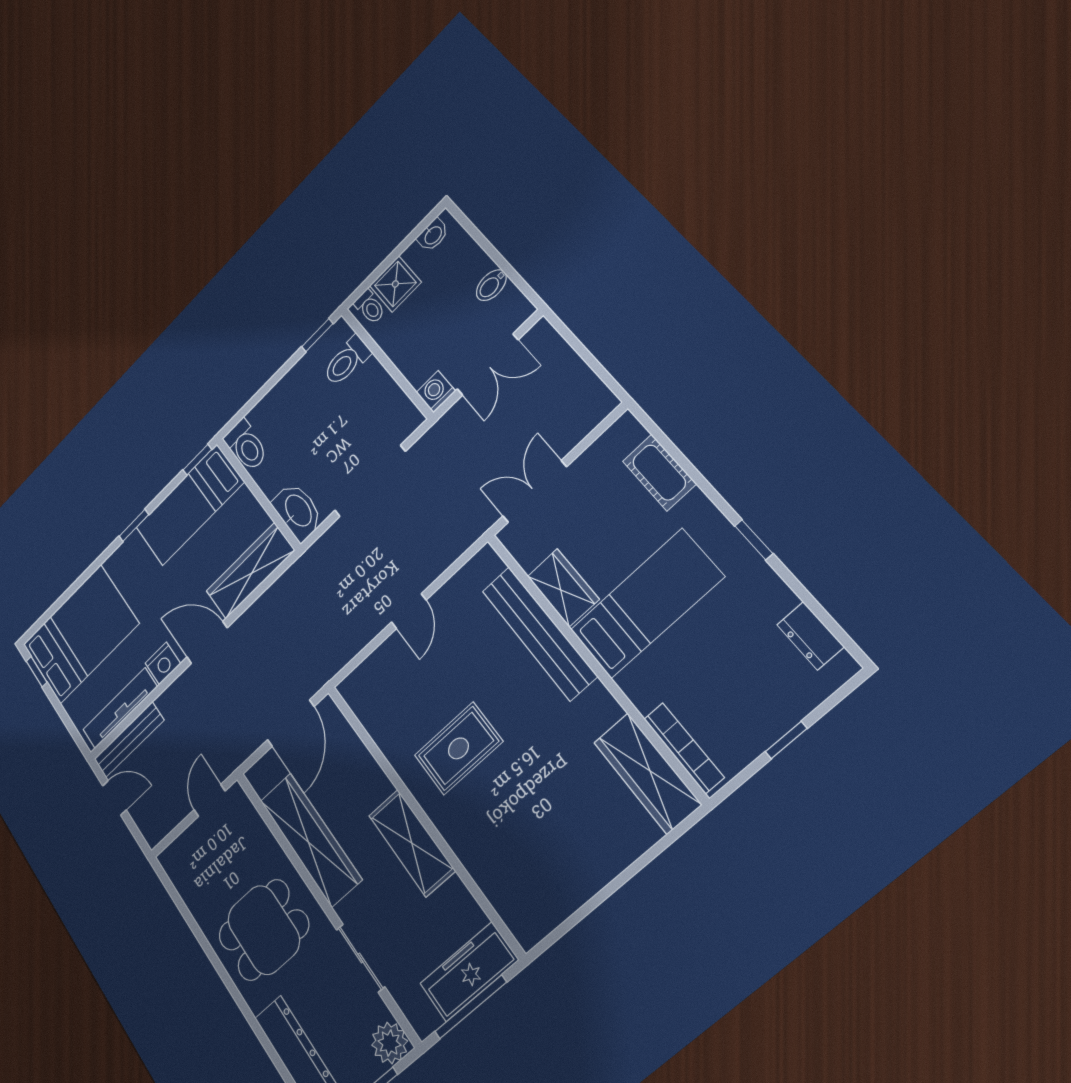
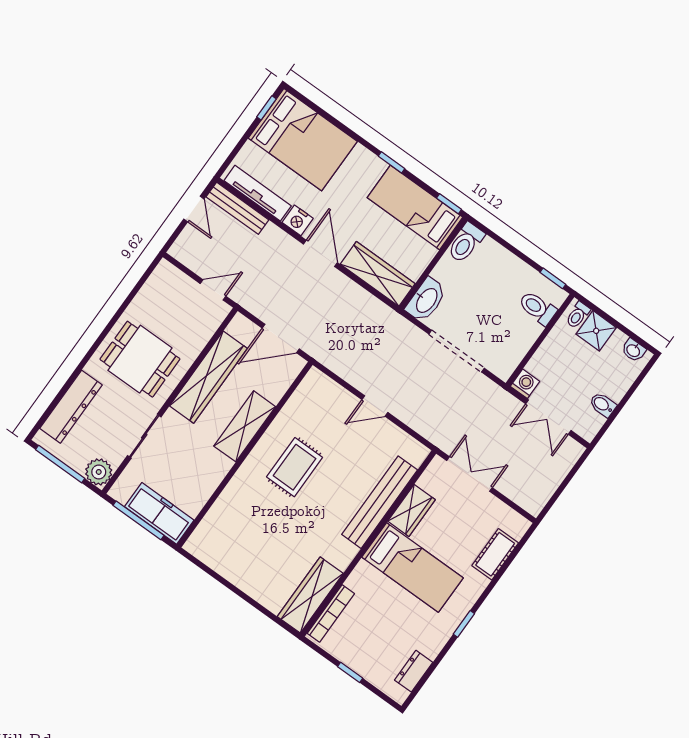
rug: (458, 748) -> (295, 467), turned 90
shelving: (412, 843) -> (245, 426), moved

